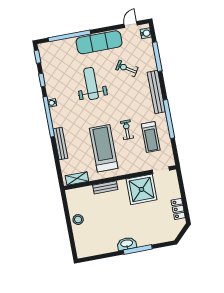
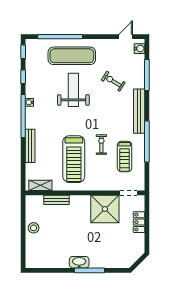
exercise mat: (99, 42) -> (72, 56), moved
treadmill: (104, 148) -> (74, 159), turned 180
bench: (105, 187) -> (56, 200), moved
locker: (178, 209) -> (139, 222), moved

